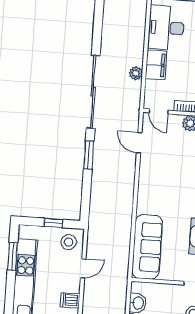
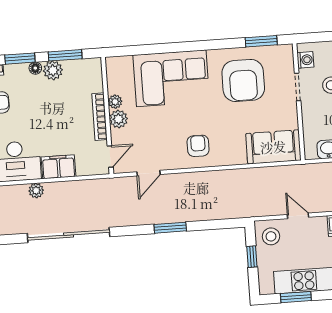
plant: (136, 73) -> (36, 191), moved
sliding door: (93, 92) -> (69, 235), moved
armchair: (157, 190) -> (198, 146), added
sofa: (147, 247) -> (273, 147), width x0.73

